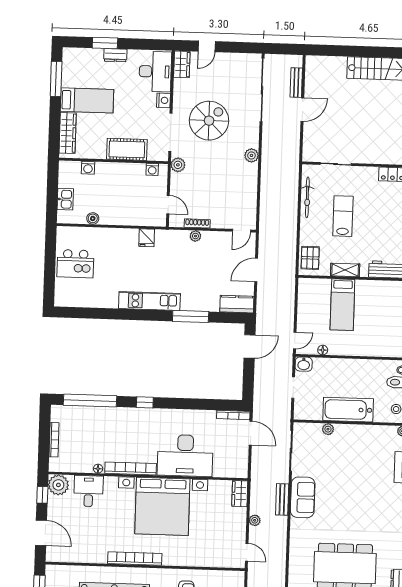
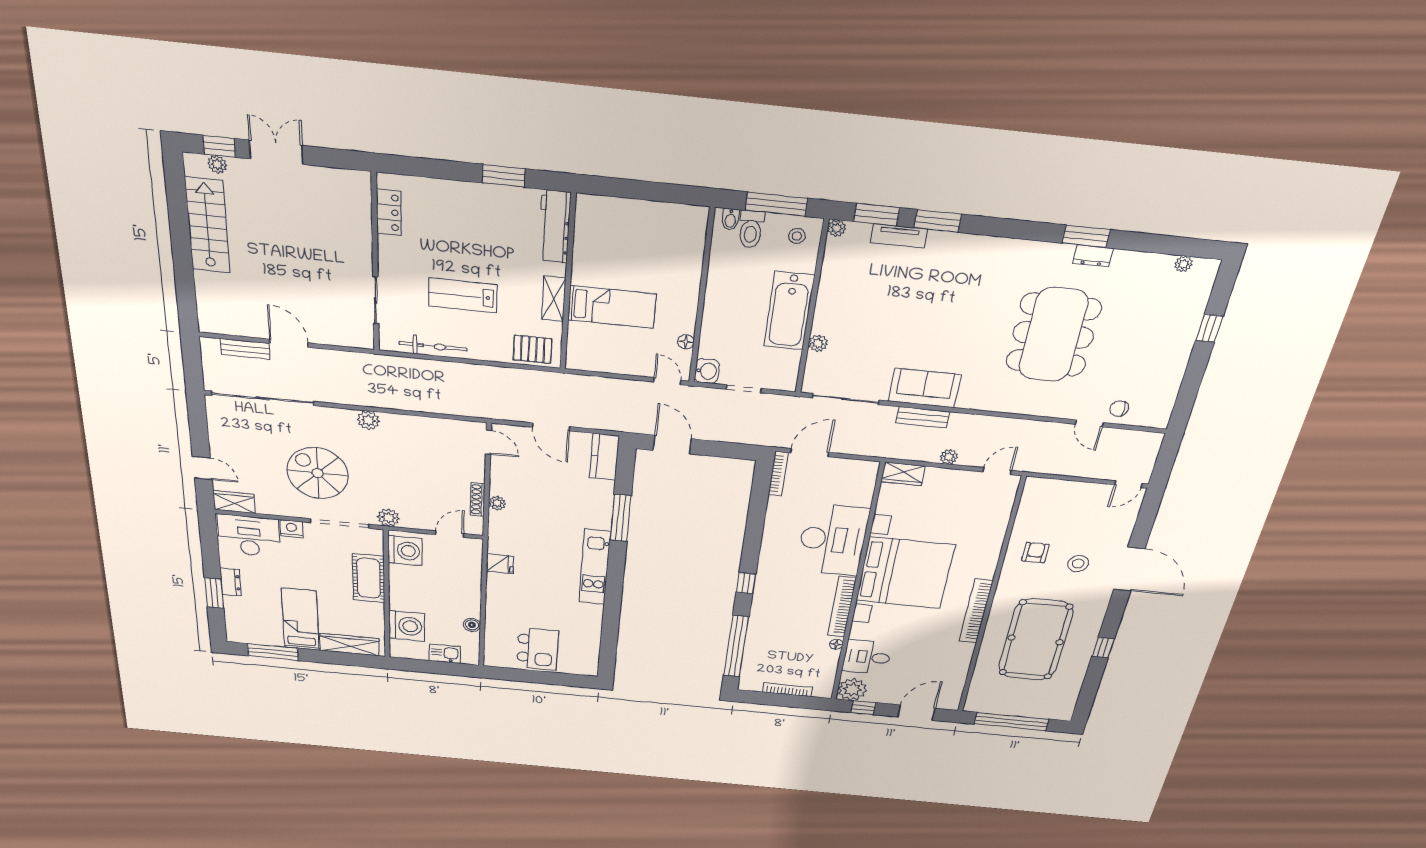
washing machine: (88, 168) -> (407, 626), width x1.89, depth x1.89
washing machine: (152, 169) -> (405, 551), width x1.89, depth x1.89

